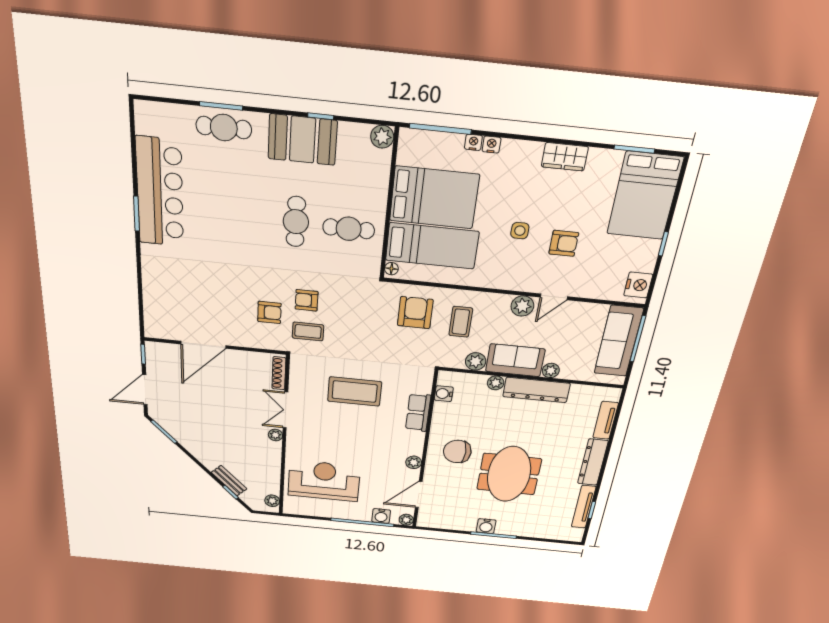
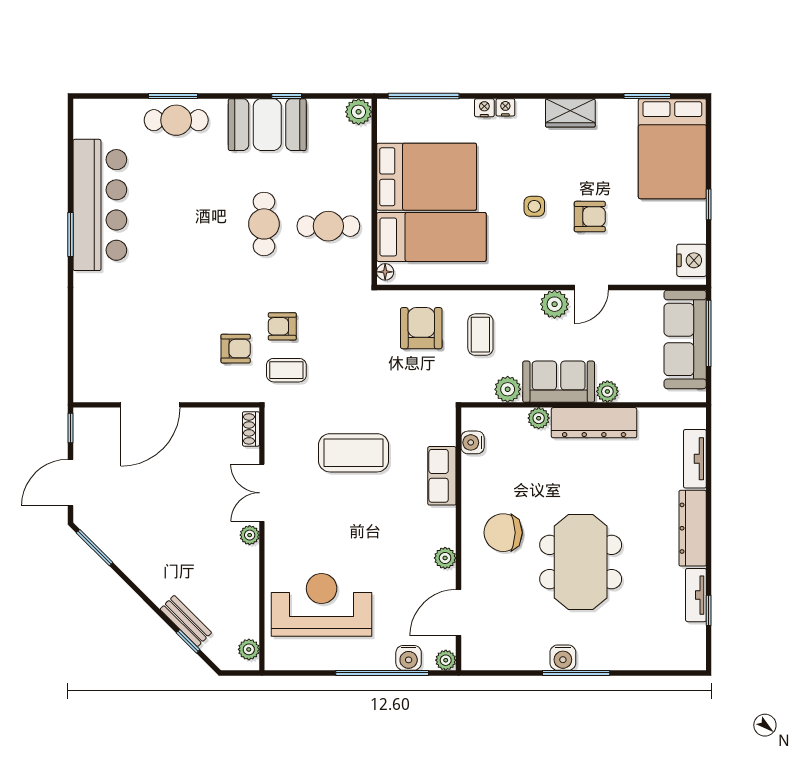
nightstand: (473, 142) -> (505, 107), moved
shoe rack: (279, 373) -> (251, 429), width x0.70
tv unit: (584, 507) -> (696, 595), width x0.71

